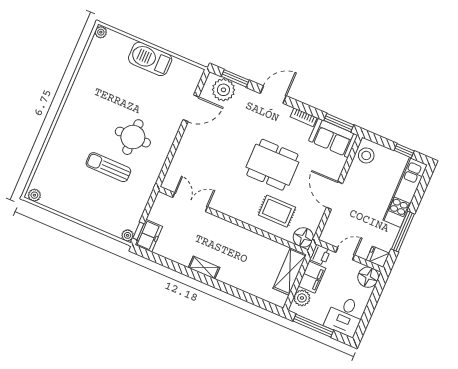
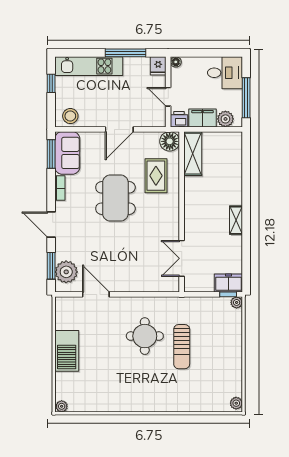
shelving: (290, 271) -> (193, 154), moved, turned 90
floor lamp: (368, 277) -> (176, 62), width x0.53, depth x0.53

